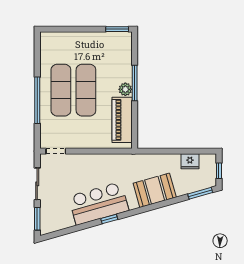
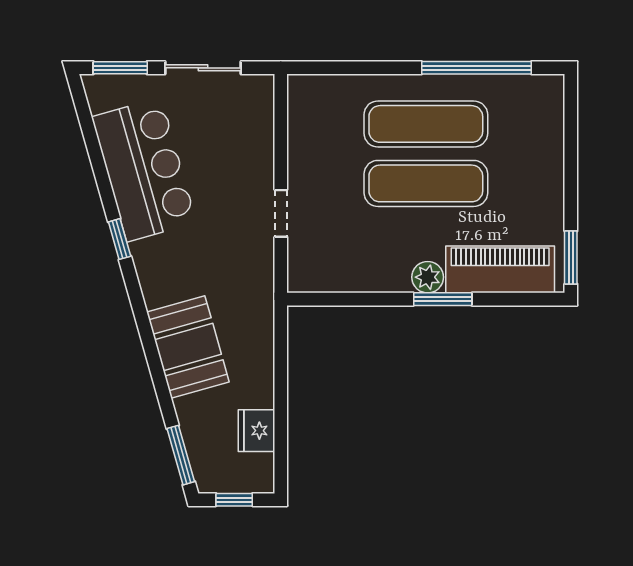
window: (135, 83) -> (443, 299), width x0.69
window: (37, 100) -> (477, 68), moved
piano: (122, 120) -> (500, 269), moved
doorway: (56, 151) -> (281, 213), moved
bar counter: (99, 203) -> (144, 170), moved

